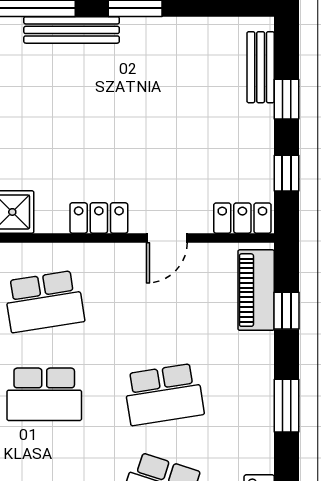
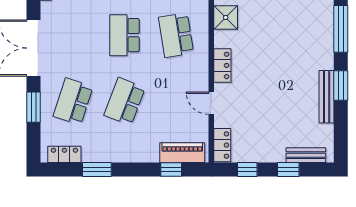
bench: (72, 30) -> (327, 97), moved
school desk: (164, 394) -> (125, 101), turned 30
window: (287, 406) -> (97, 170), moved

